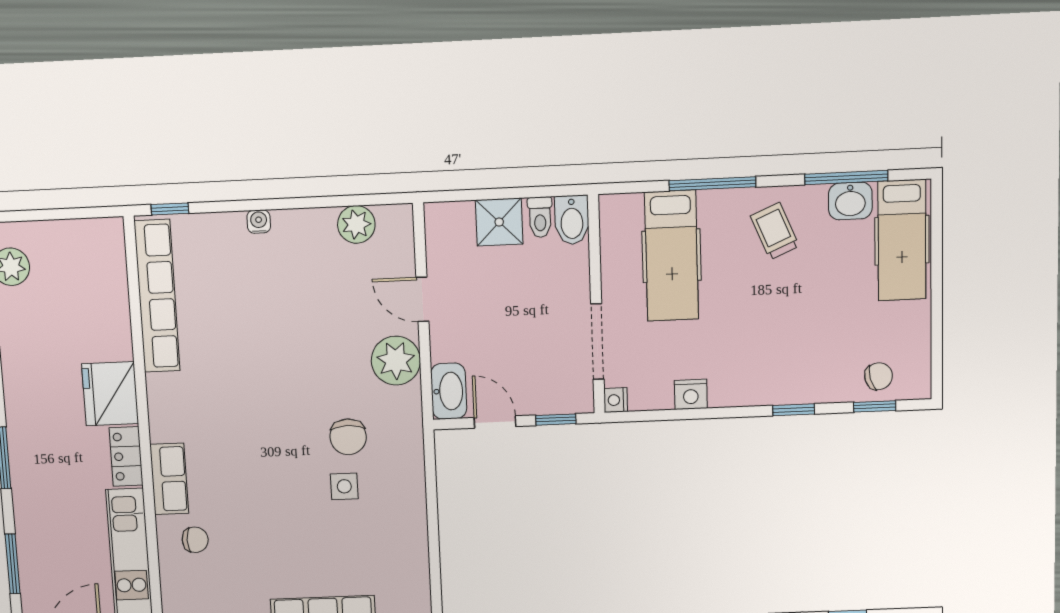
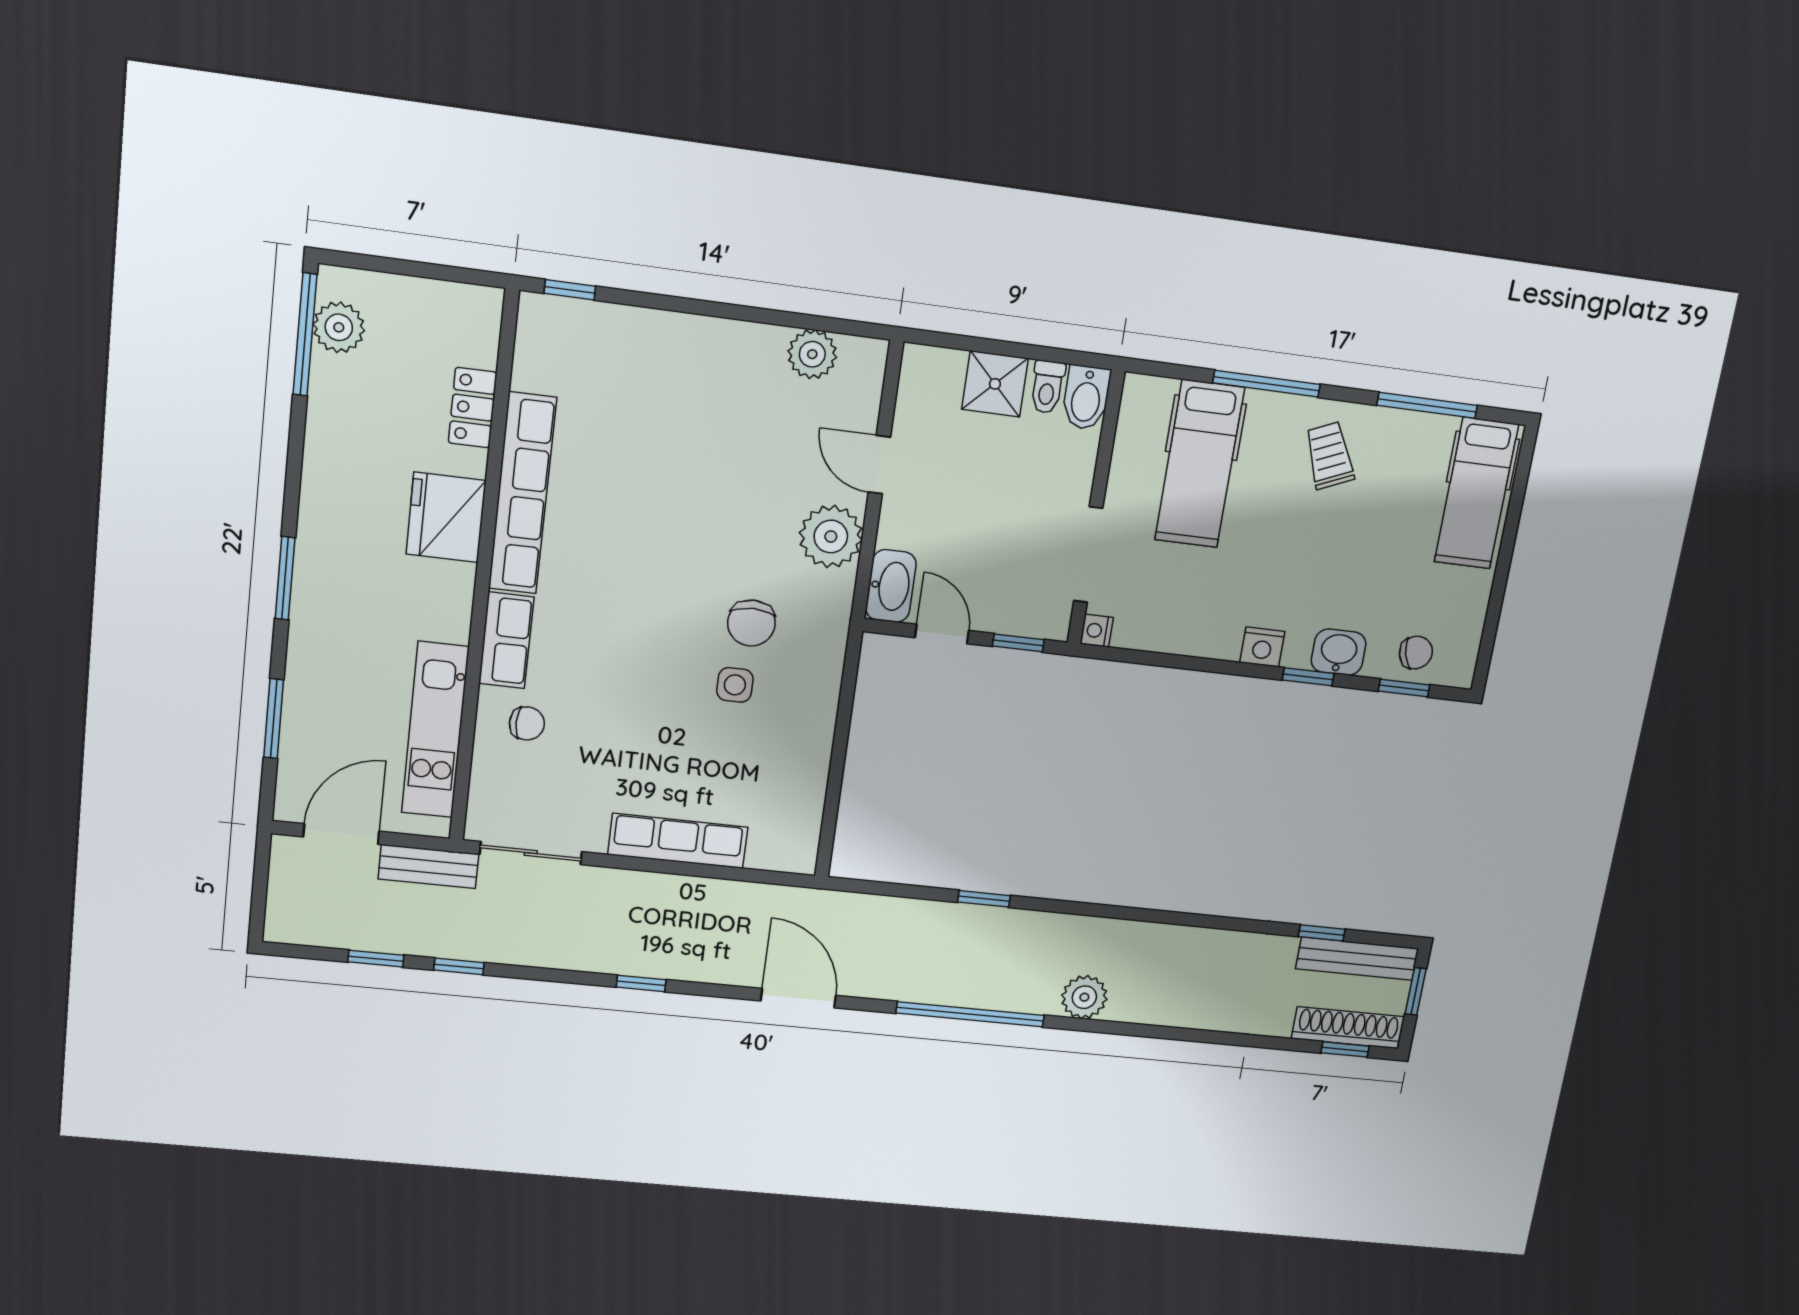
washbasin: (850, 201) -> (1339, 652), moved, turned 180
water cooler: (259, 222) -> (685, 328), removed
row of seats: (157, 296) -> (522, 493), moved
nightstand: (691, 394) -> (1262, 647), moved
locker: (126, 456) -> (473, 408), moved

